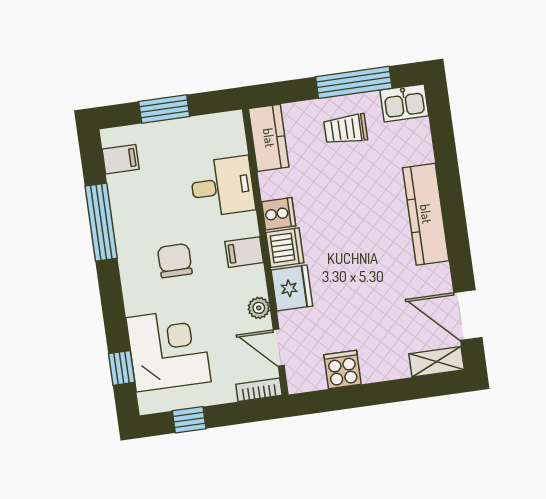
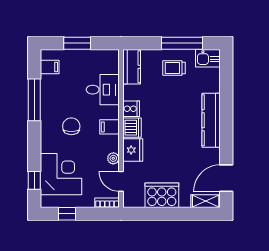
door: (468, 315) -> (226, 178), hinge flipped
cooker: (342, 370) -> (162, 195), width x1.87, depth x1.31

